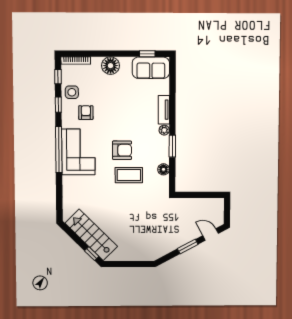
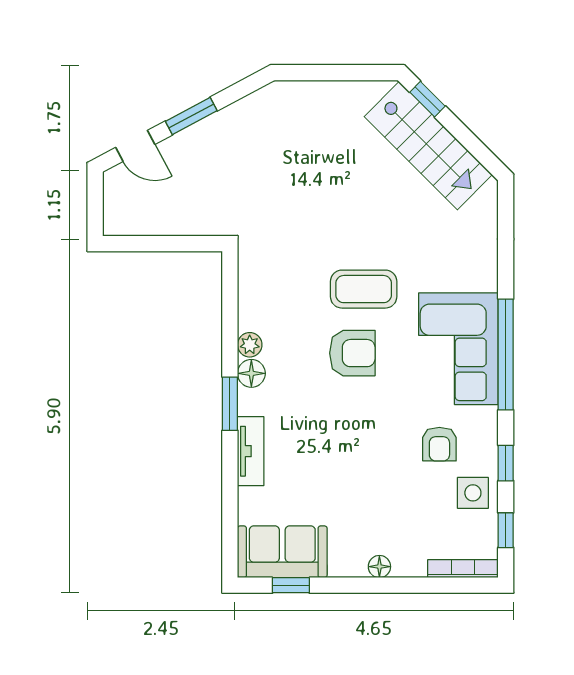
floor lamp: (111, 66) -> (379, 567), width x0.53, depth x0.53
plant: (164, 130) -> (250, 345), moved
window: (172, 146) -> (230, 404), moved
armchair: (122, 150) -> (352, 353), turned 180
floor lamp: (163, 169) -> (251, 373), moved
coffee table: (129, 175) -> (364, 289), moved

